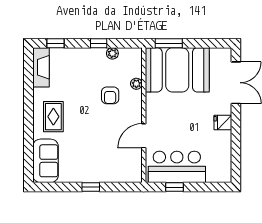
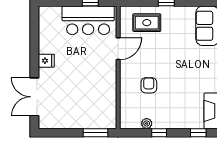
booth: (177, 70) -> (88, 109), removed
plant: (136, 84) -> (125, 96), removed
rug: (53, 117) -> (147, 23), moved, turned 90

